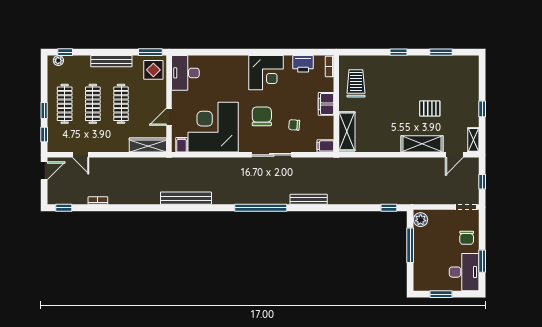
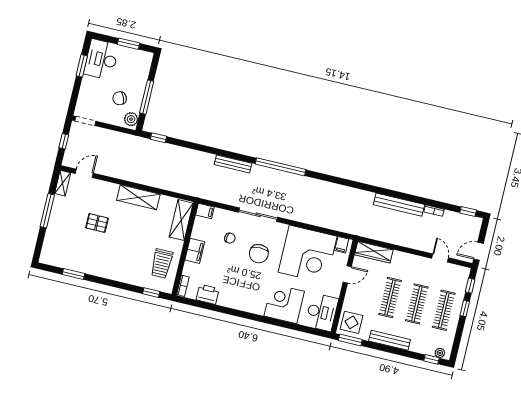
window: (398, 52) -> (151, 293), moved
corner desk: (266, 73) -> (284, 304), moved
window: (482, 109) -> (47, 211), width x2.17
shelving: (422, 144) -> (138, 197), moved
bench: (186, 198) -> (399, 205), moved
chair: (467, 238) -> (120, 98), moved, turned -113

